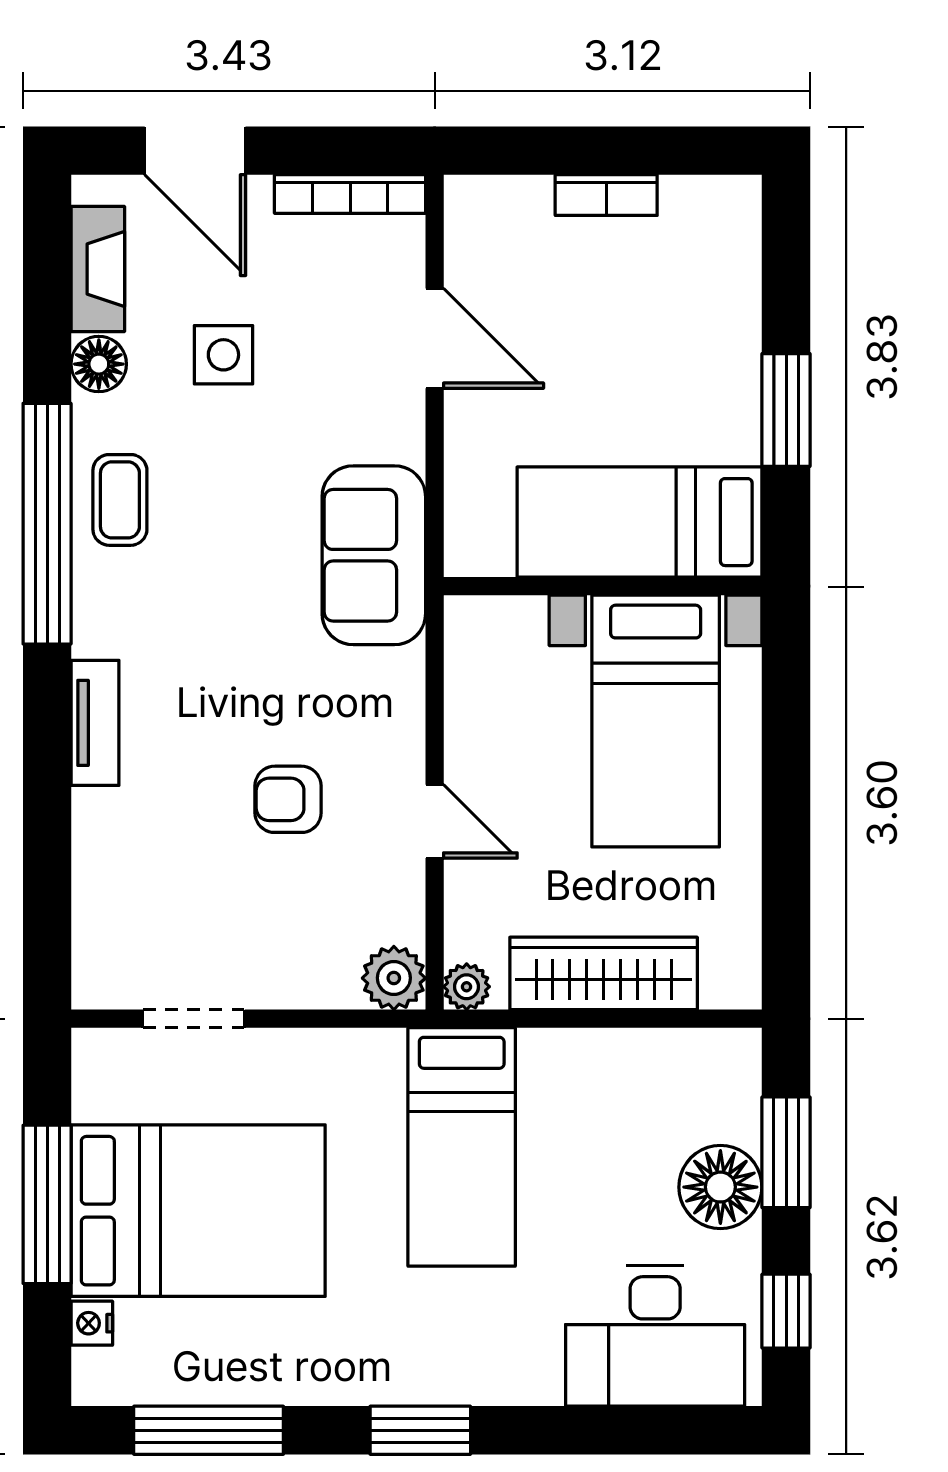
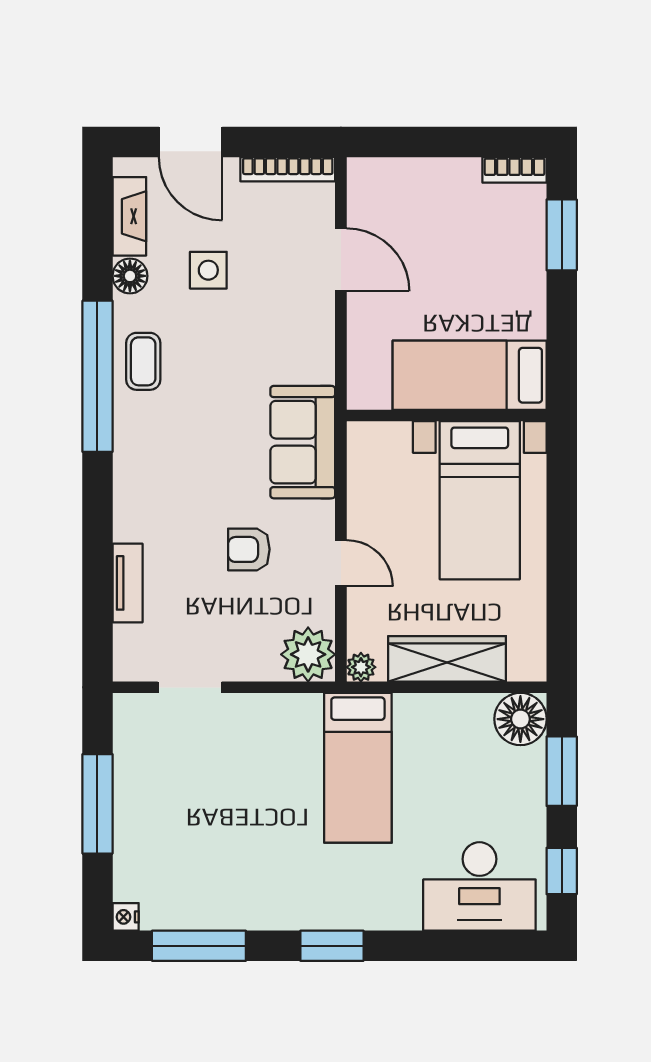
bookcase: (606, 195) -> (515, 170), moved
window: (786, 410) -> (562, 235), moved
sofa: (374, 555) -> (303, 442), moved
tv unit: (95, 723) -> (128, 583), moved
plant: (394, 978) -> (308, 654), width x1.36, depth x1.36
floor lamp: (720, 1187) -> (520, 719), moved
bed: (198, 1211) -> (192, 808), removed
nightstand: (92, 1323) -> (126, 917), moved

